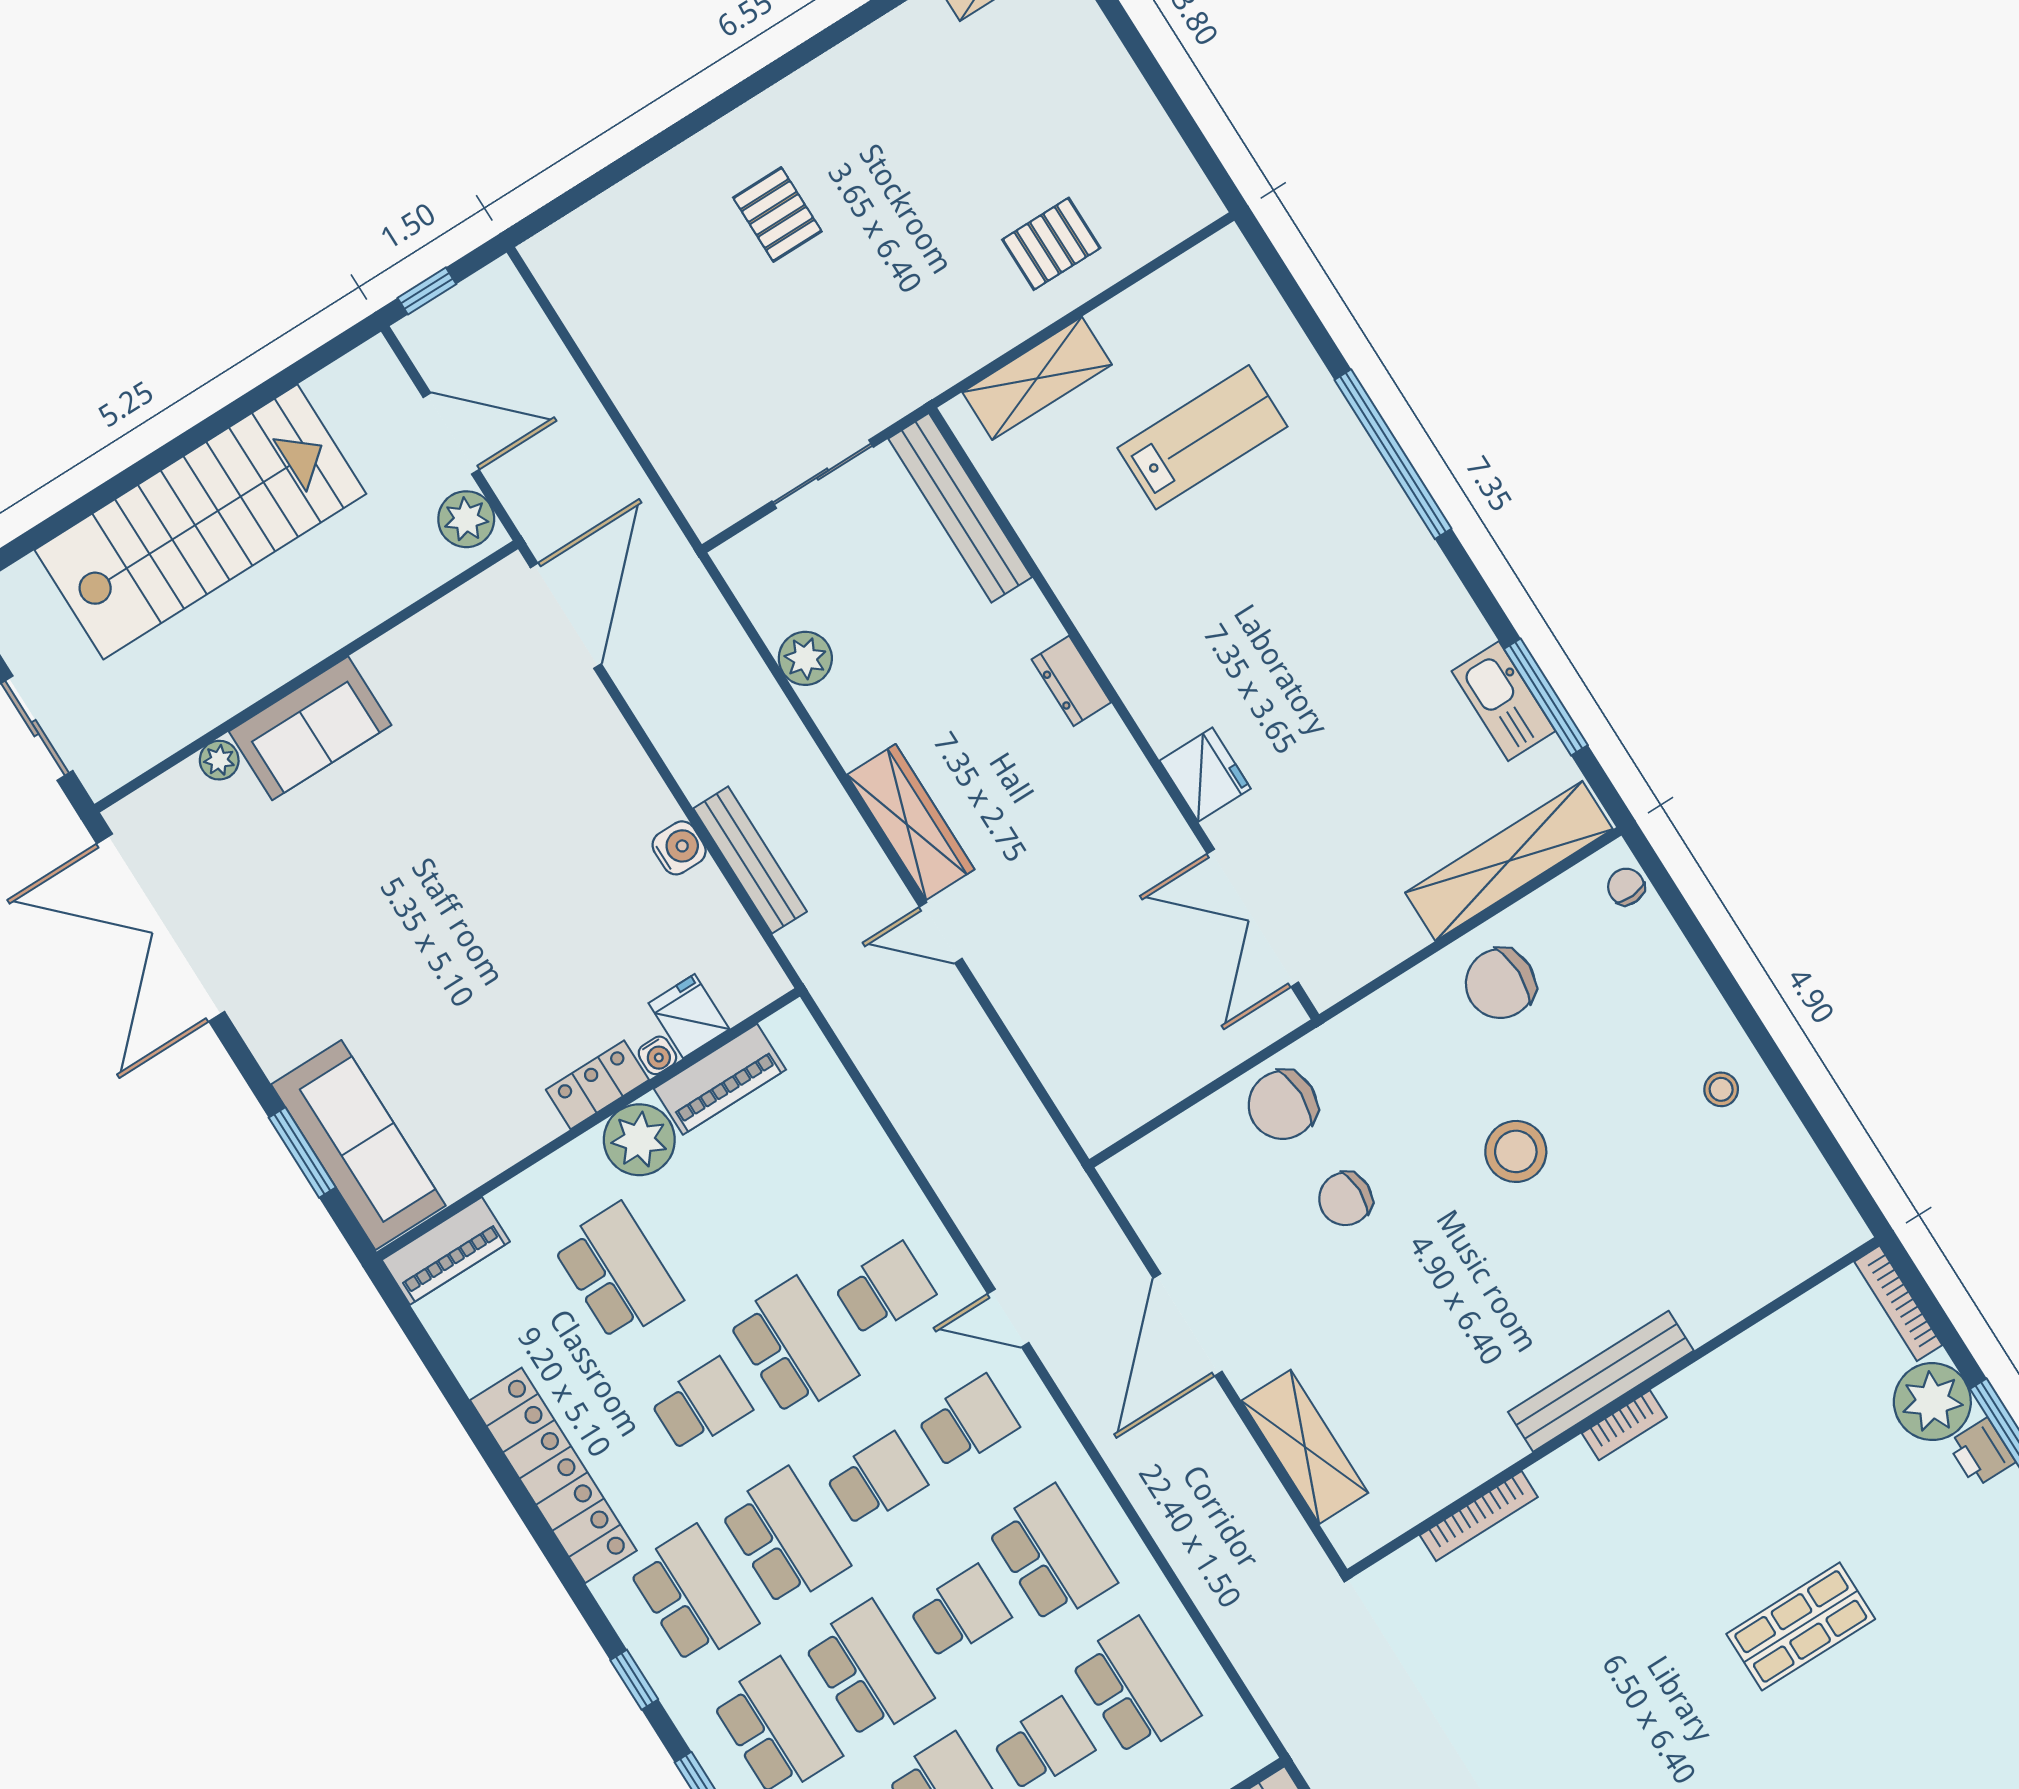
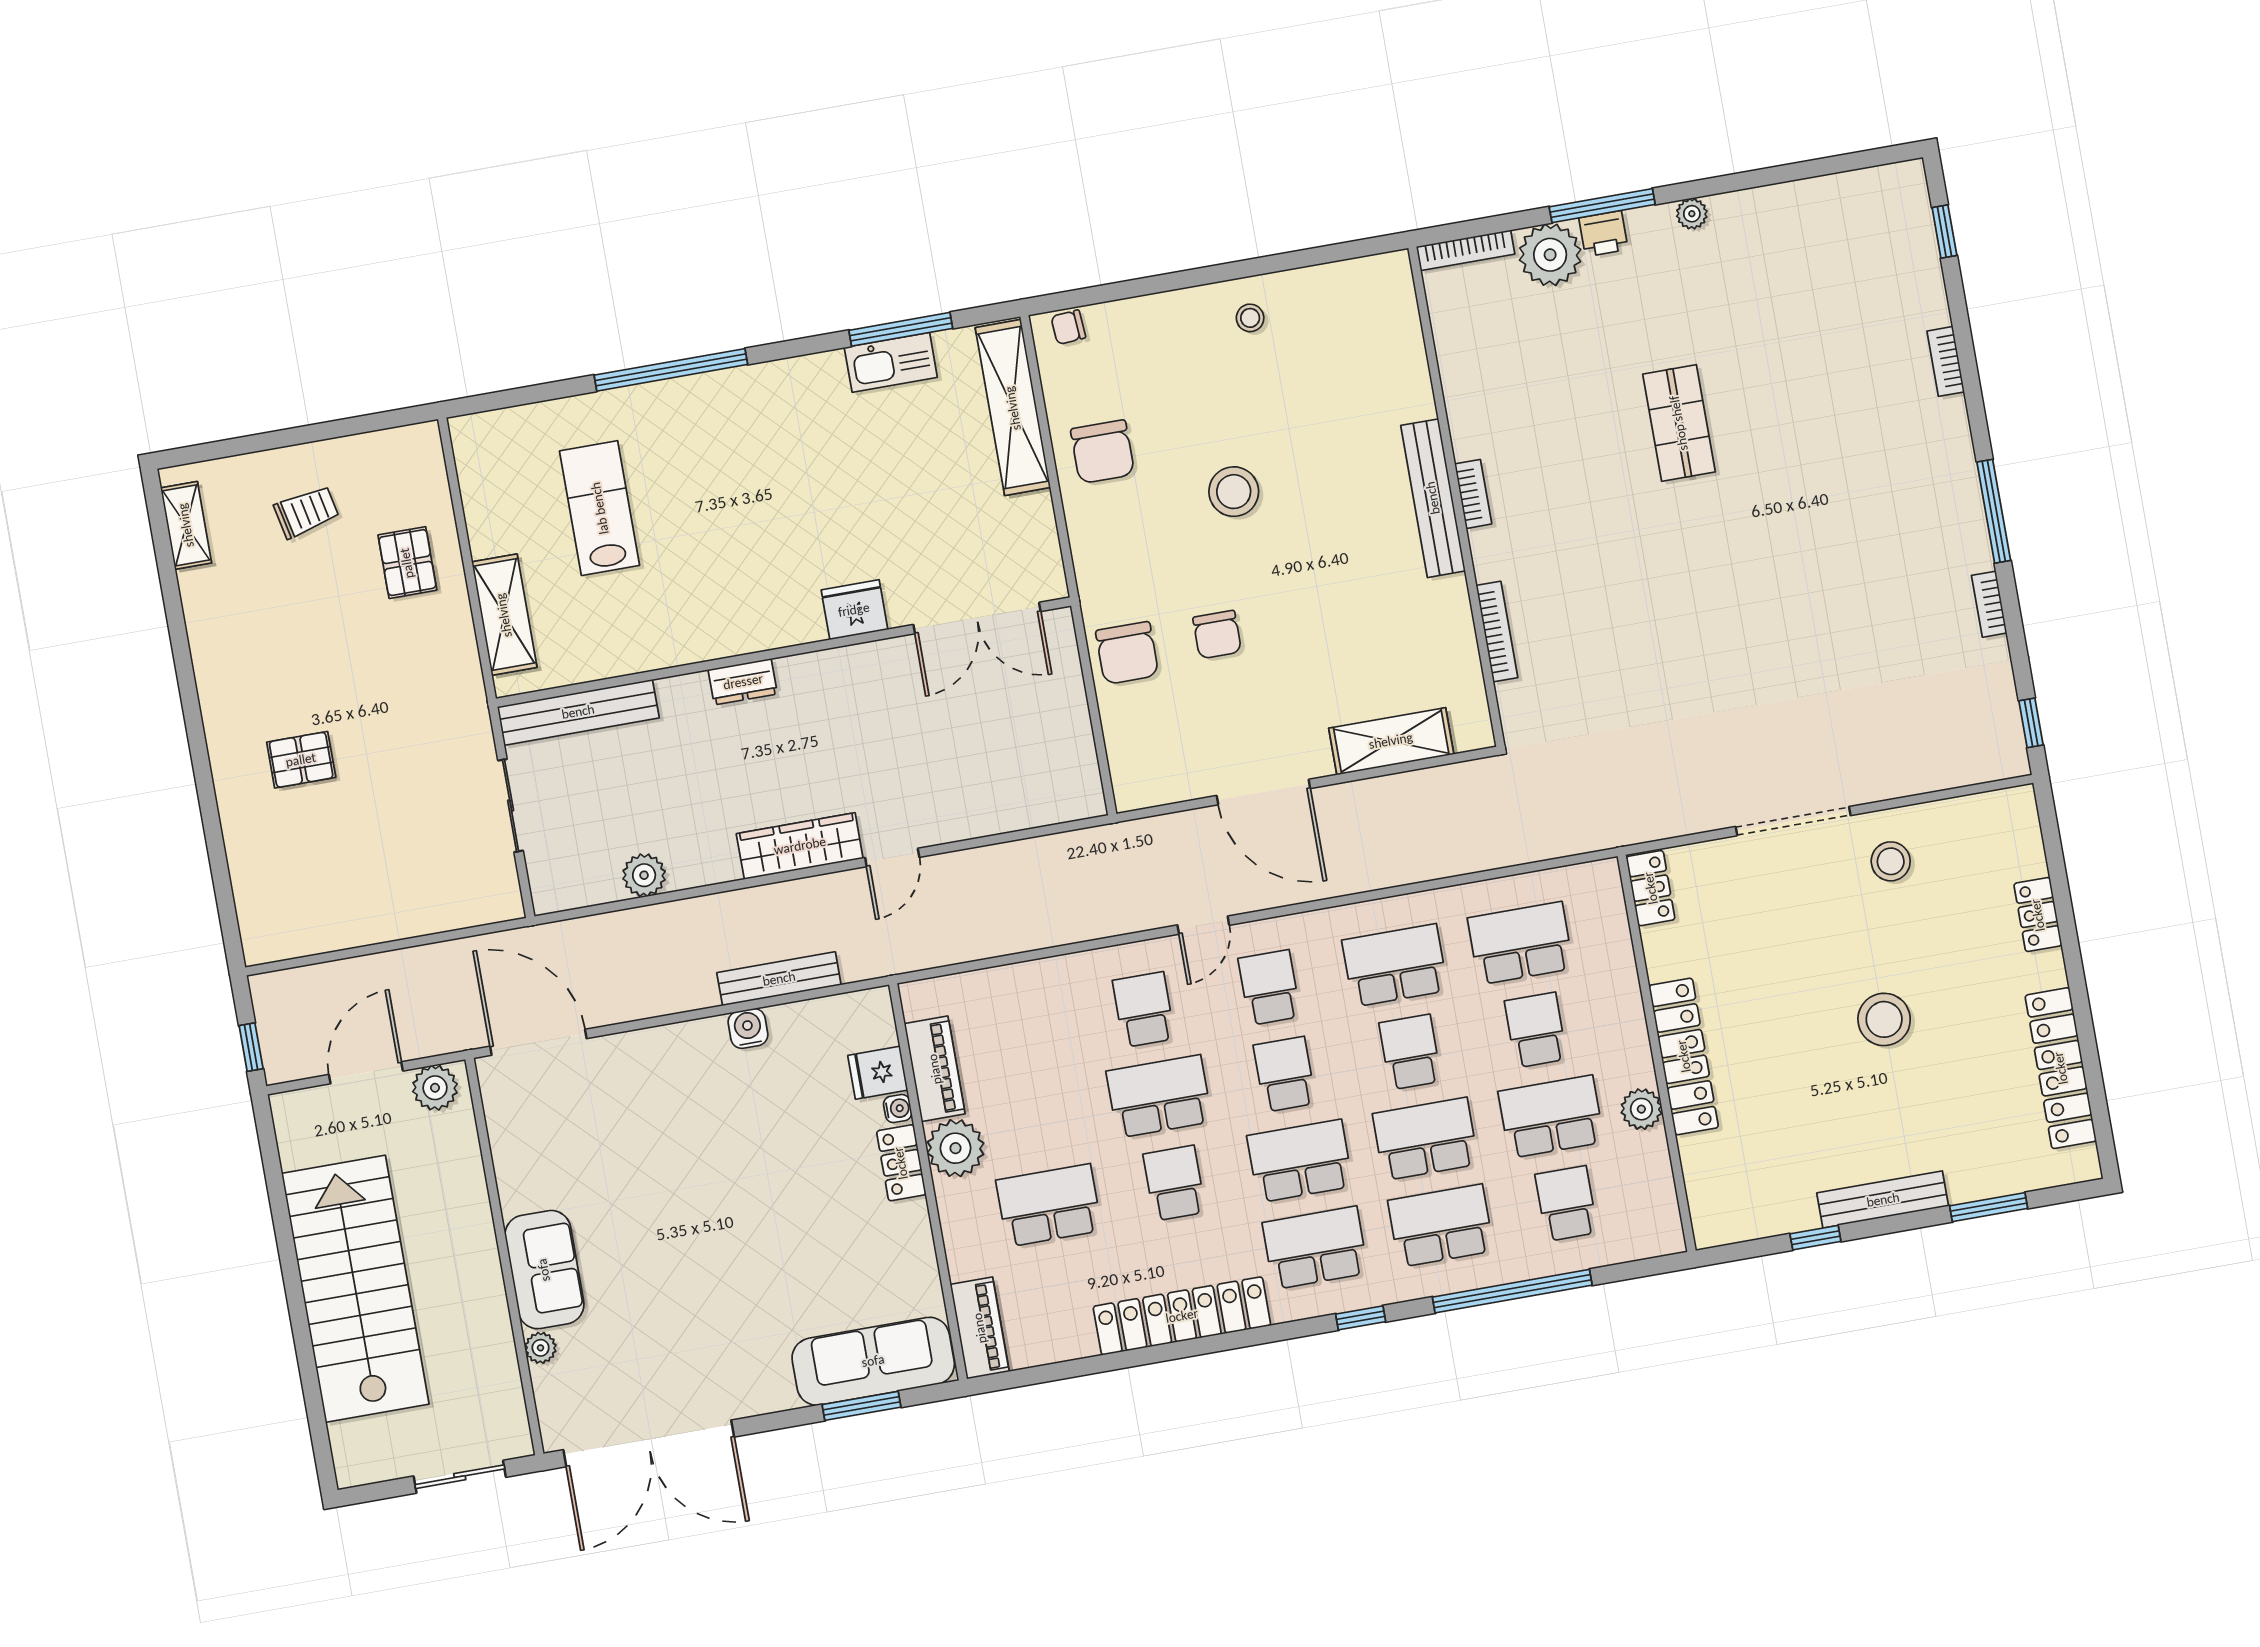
trolley: (1062, 105) -> (306, 512), added

